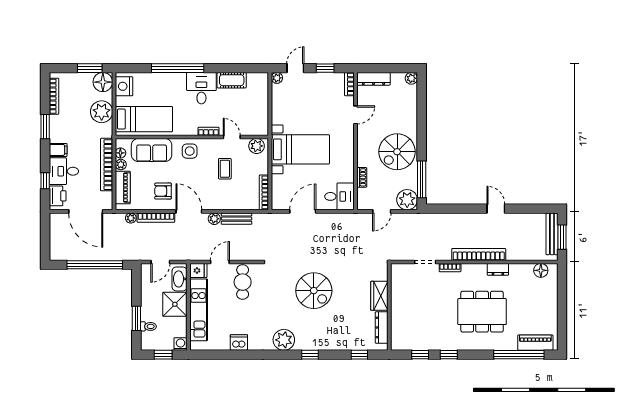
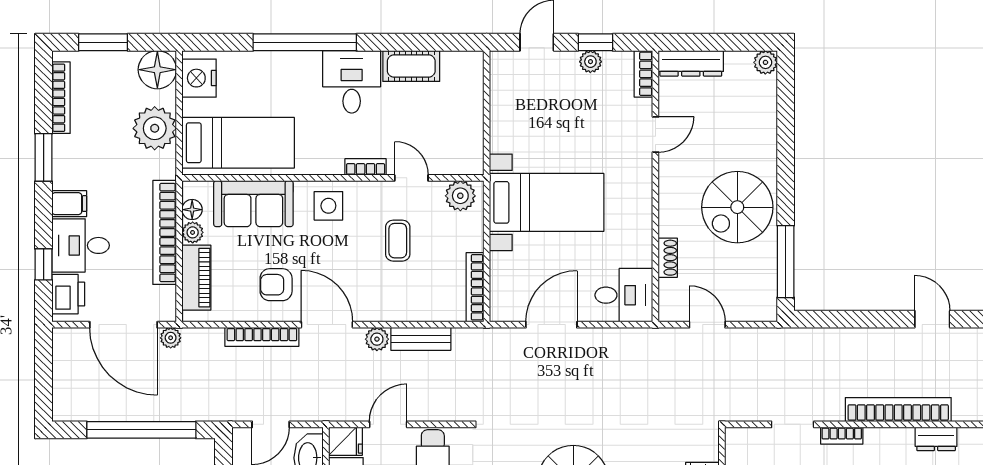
window: (90, 68) -> (103, 42), moved
plant: (277, 78) -> (590, 62), moved
plant: (407, 200) -> (757, 302), removed
door: (382, 211) -> (707, 325), swing flipped
plant: (131, 218) -> (171, 338), moved

